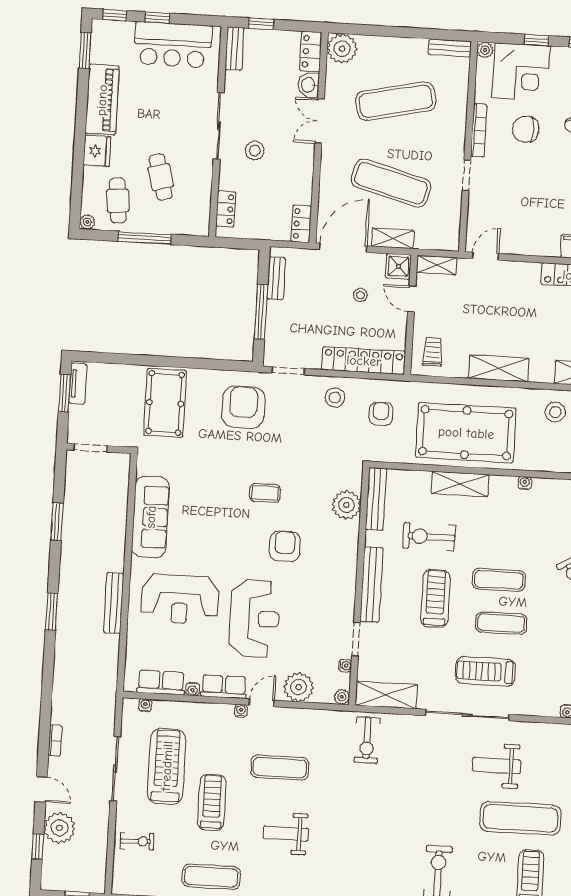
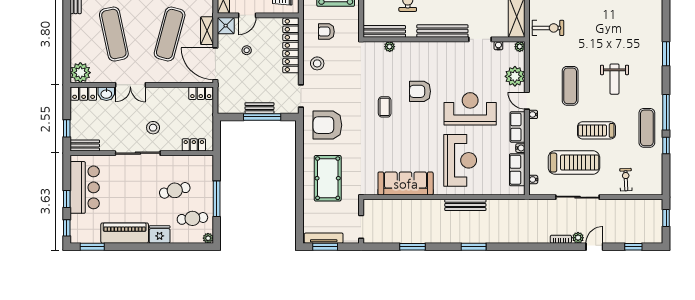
bench: (276, 278) -> (259, 108), moved
tv unit: (78, 384) -> (324, 238), width x1.41
pool table: (165, 403) -> (328, 178), turned 90
plant: (346, 505) -> (390, 47), width x0.53, depth x0.53
treadmill: (167, 766) -> (574, 163), turned 180
plant: (59, 828) -> (578, 238), moved, width x0.53, depth x0.53

